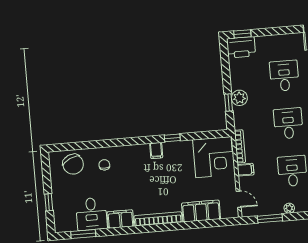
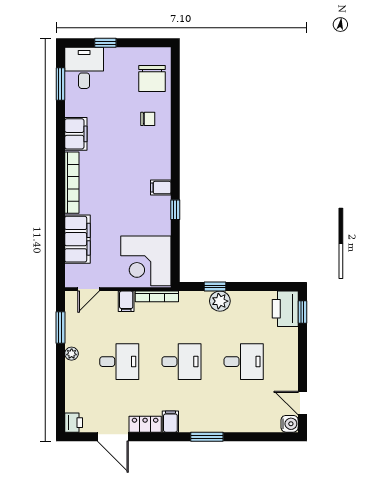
chair: (73, 164) -> (152, 78), turned -65
desk: (91, 214) -> (84, 68), moved, turned 90

